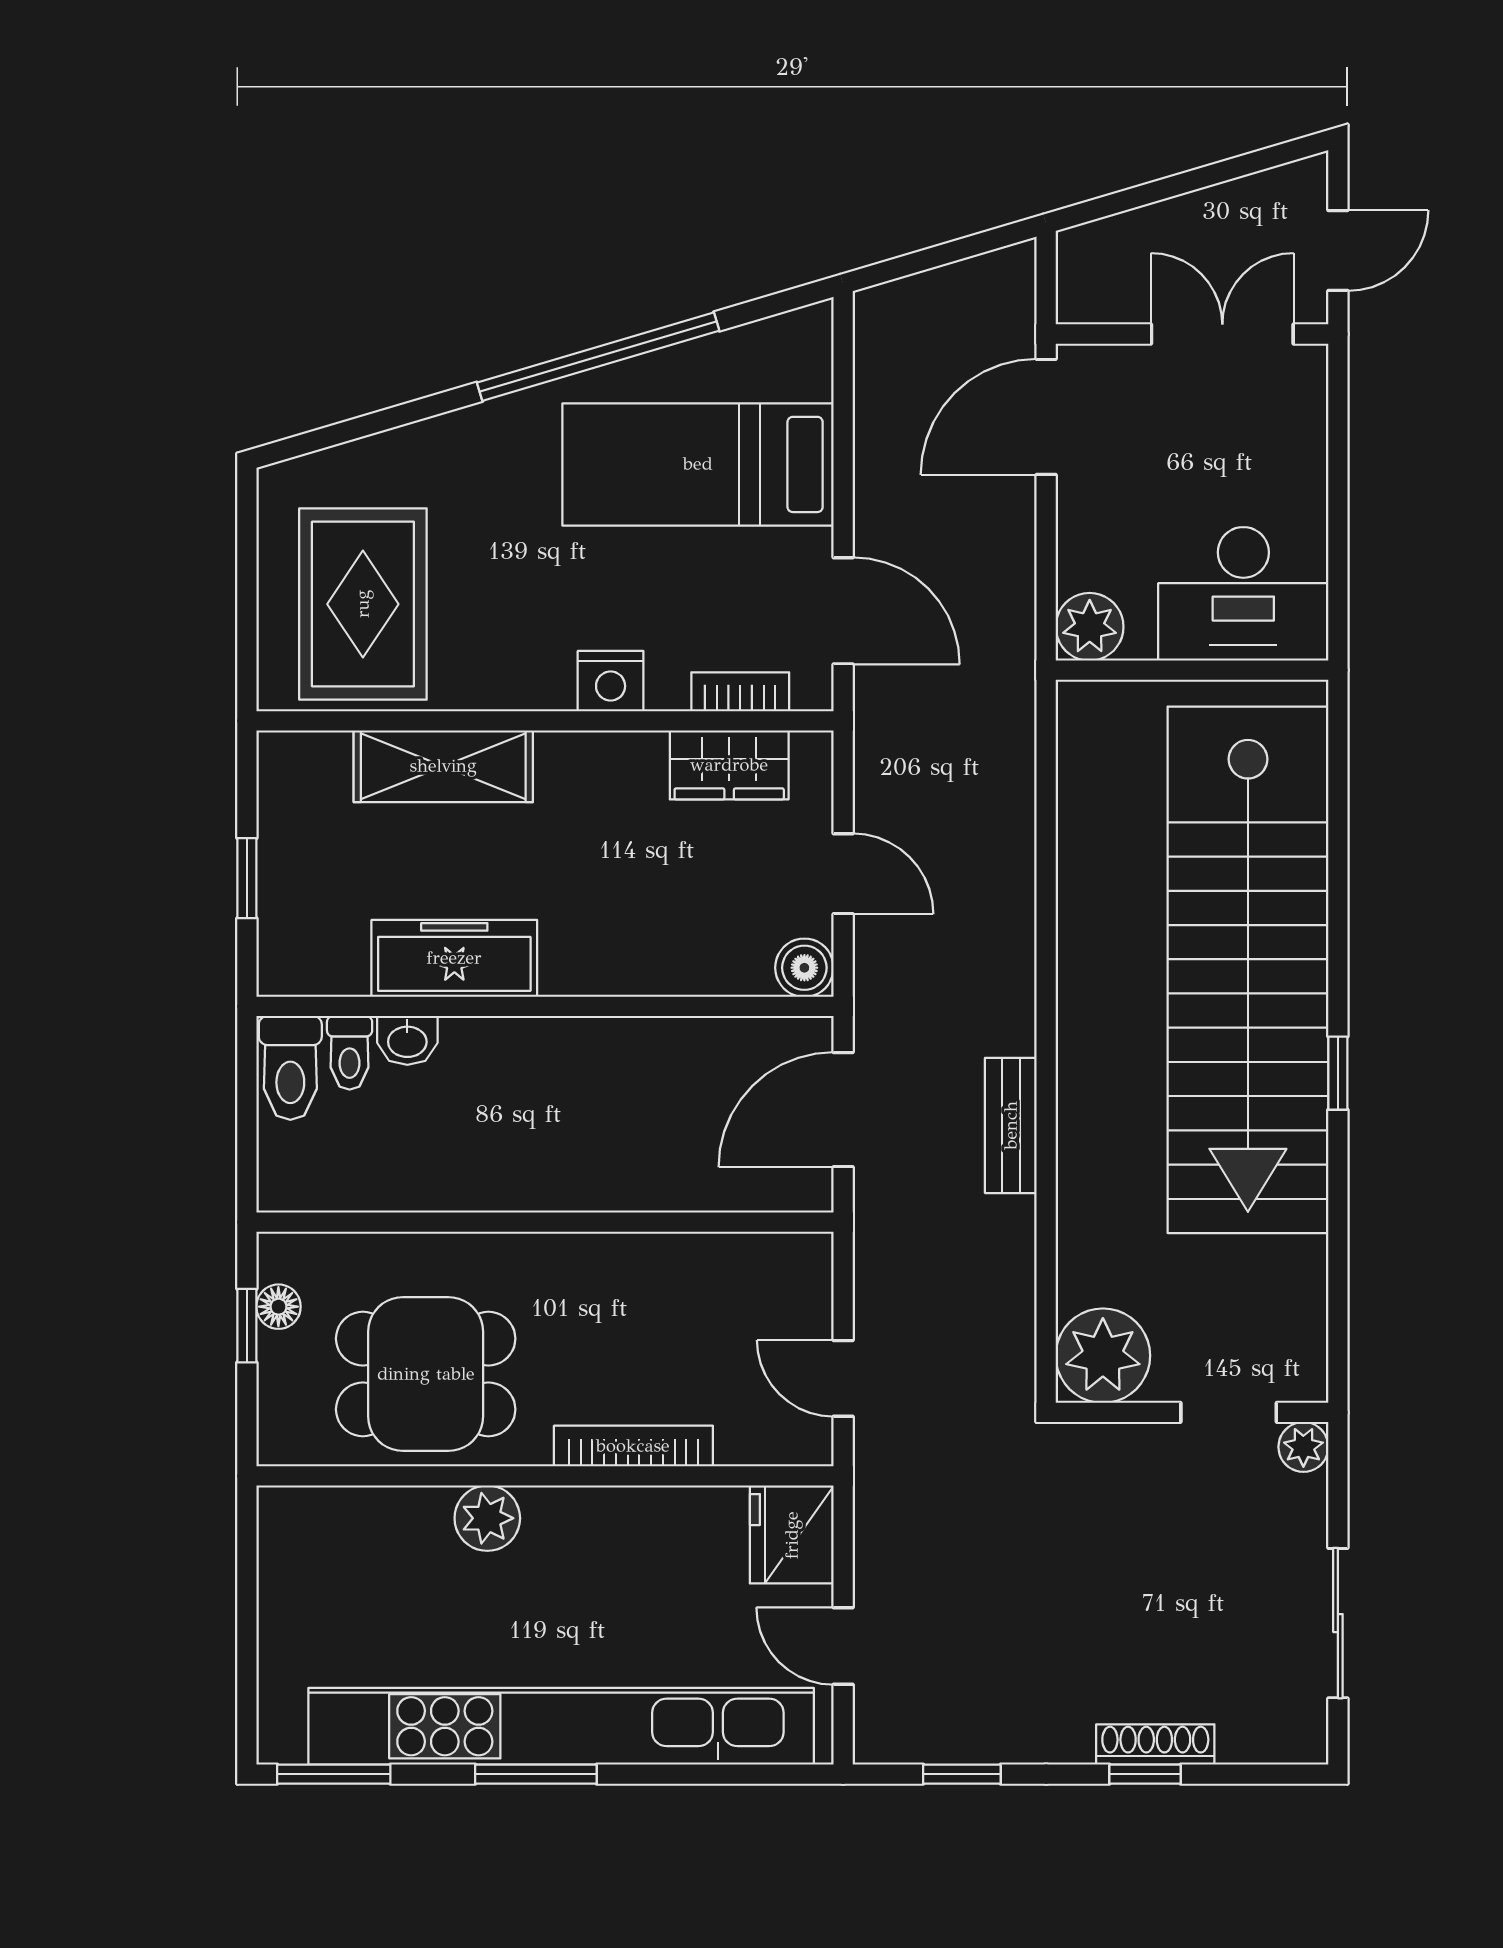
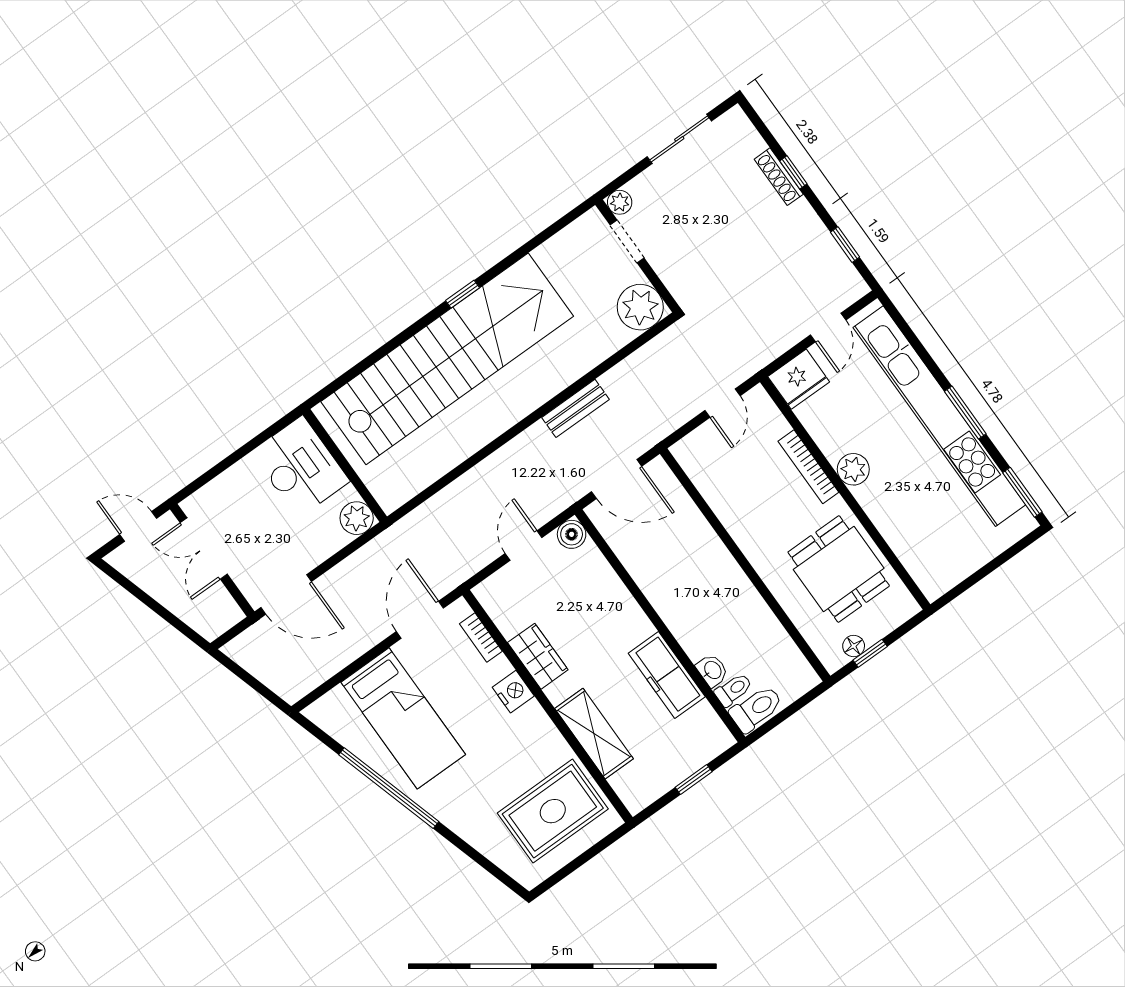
wardrobe: (729, 765) -> (538, 656), moved
plant: (487, 1518) -> (853, 469), moved

